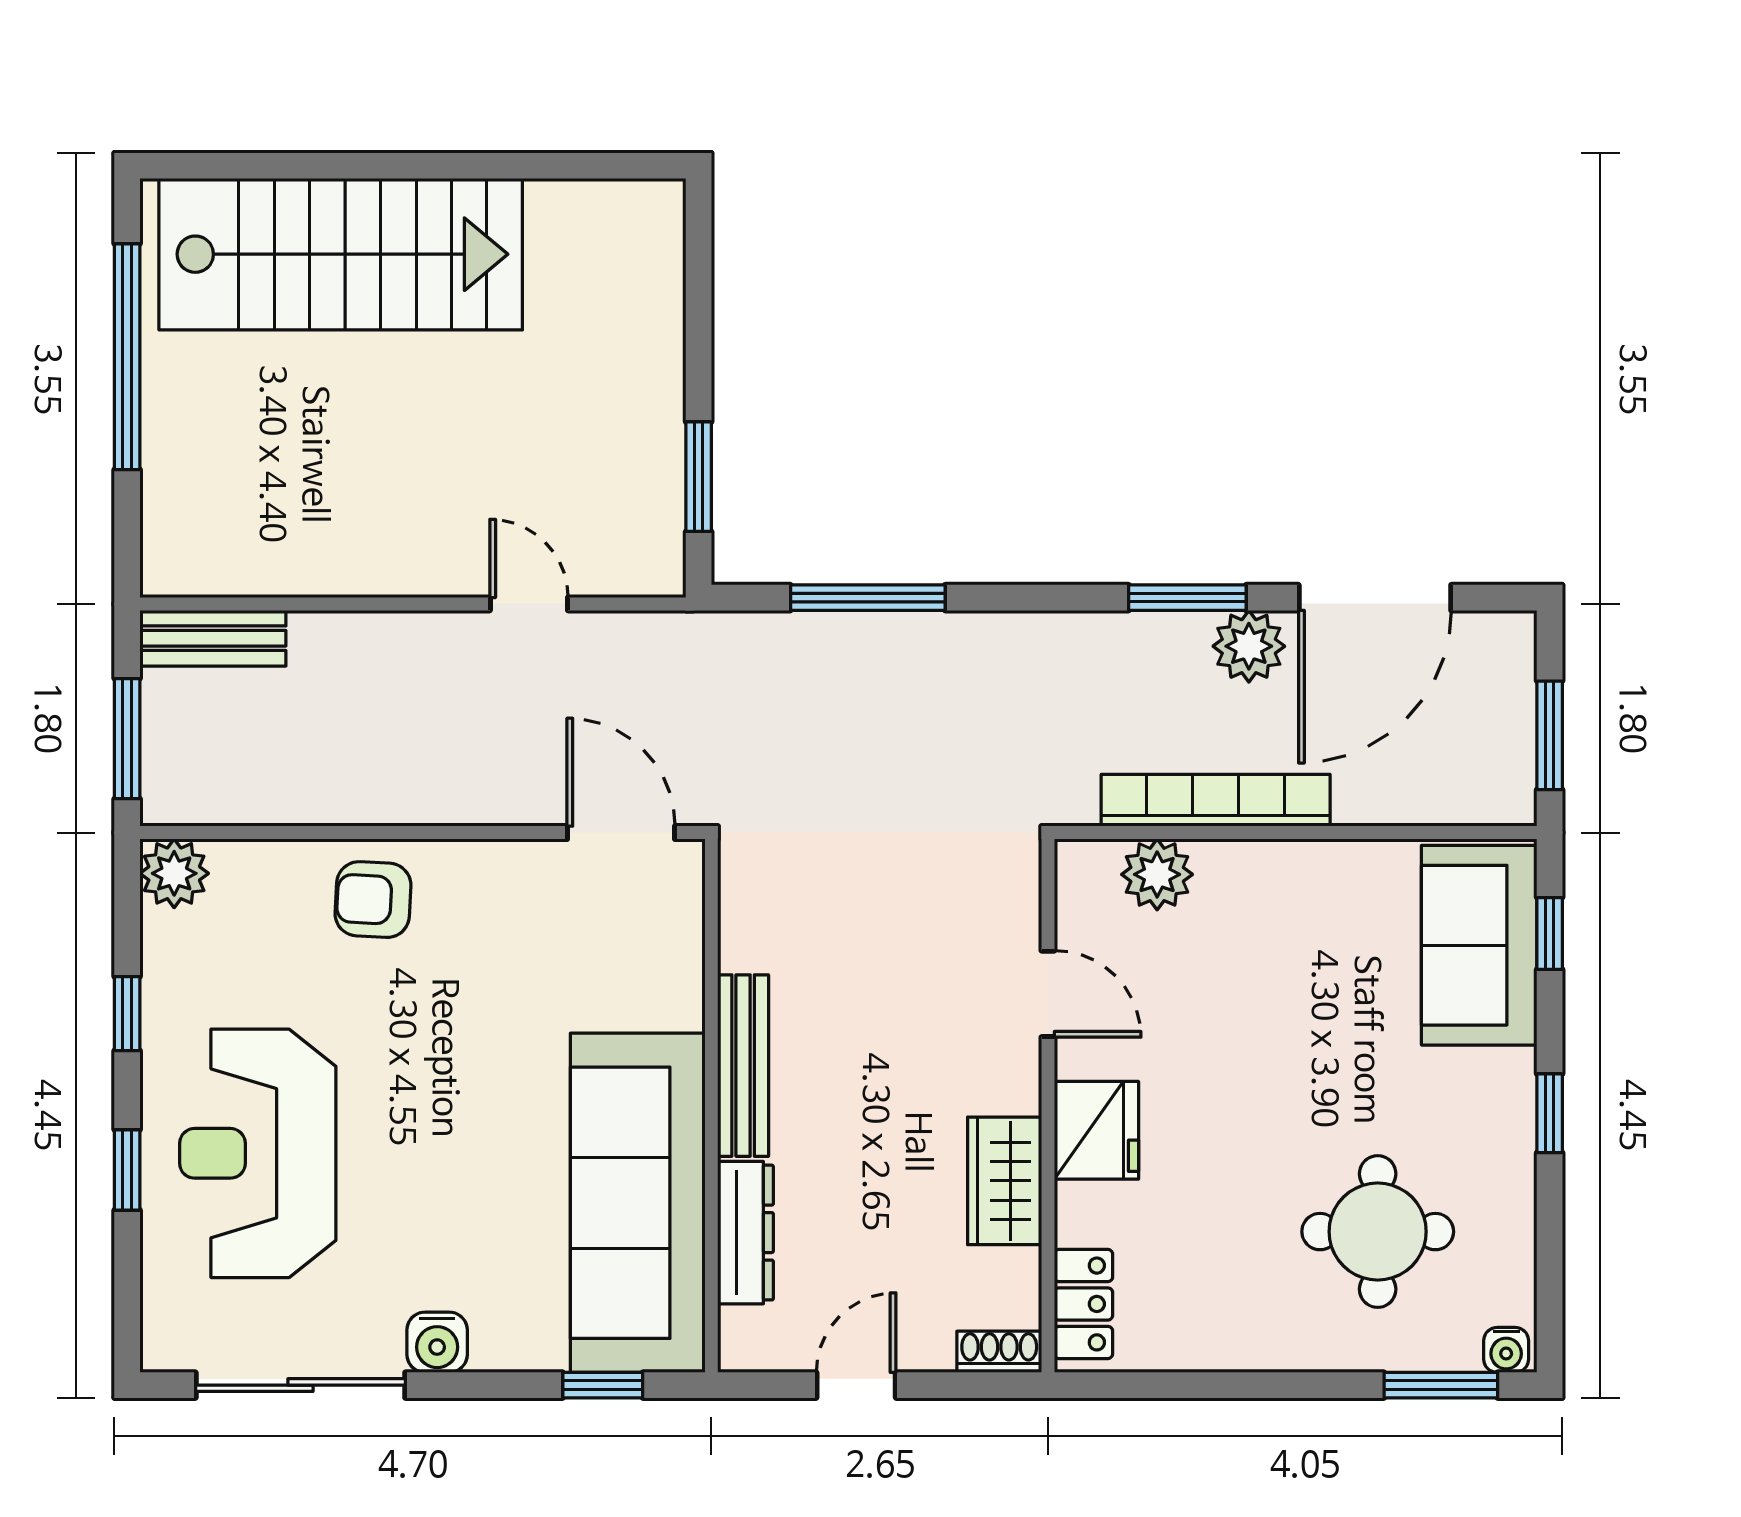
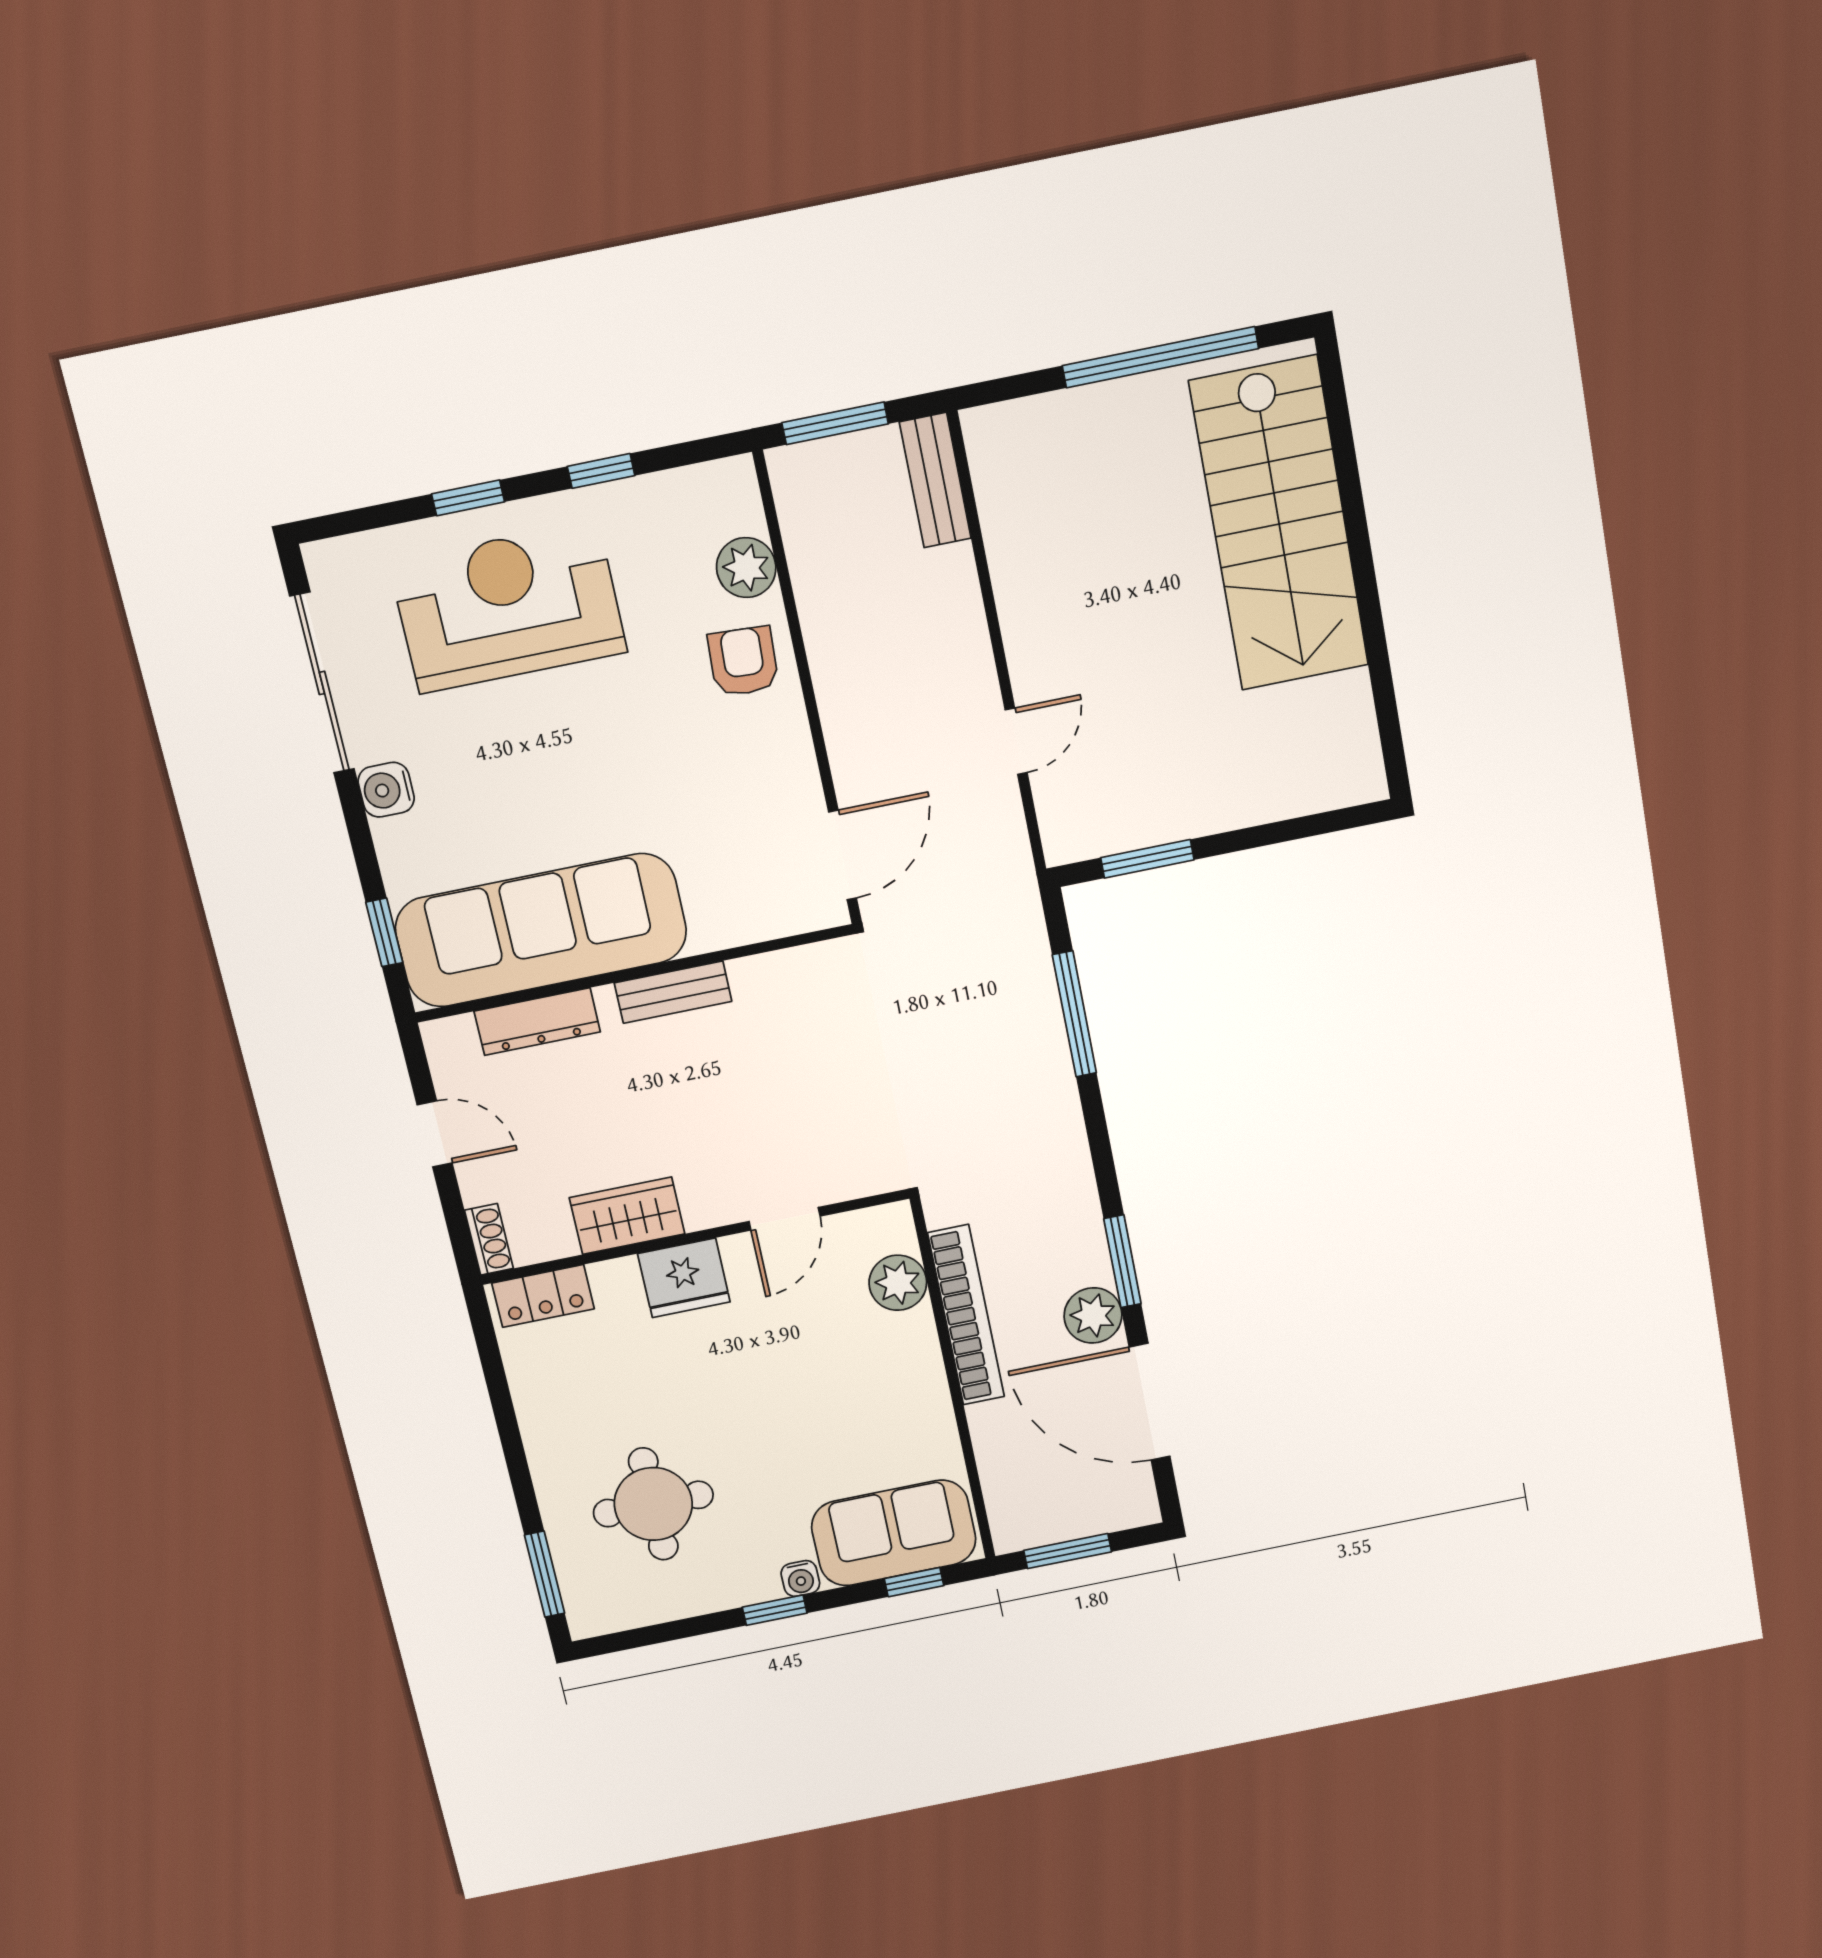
plant: (174, 873) -> (746, 568), moved
bench: (743, 1066) -> (673, 992), width x0.73
water cooler: (1506, 1350) -> (800, 1578), moved, turned -90

